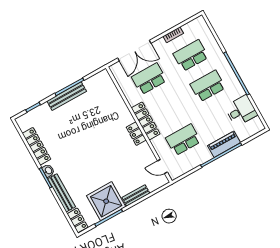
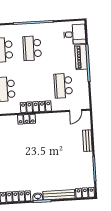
desk: (241, 111) -> (75, 34), moved, turned 90
locker: (136, 134) -> (27, 119), moved
shower: (106, 201) -> (81, 165), removed

